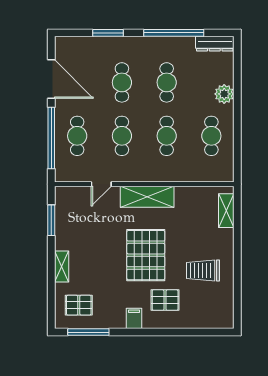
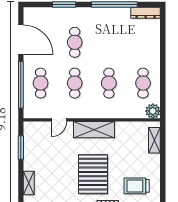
cafe table: (167, 82) -> (109, 42), removed
plant: (224, 94) -> (153, 111), moved

